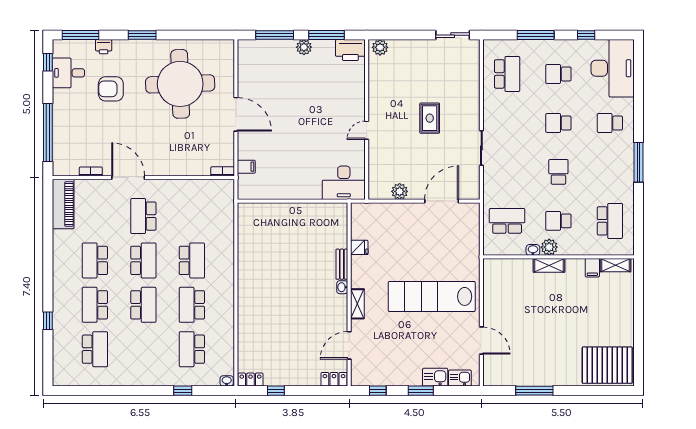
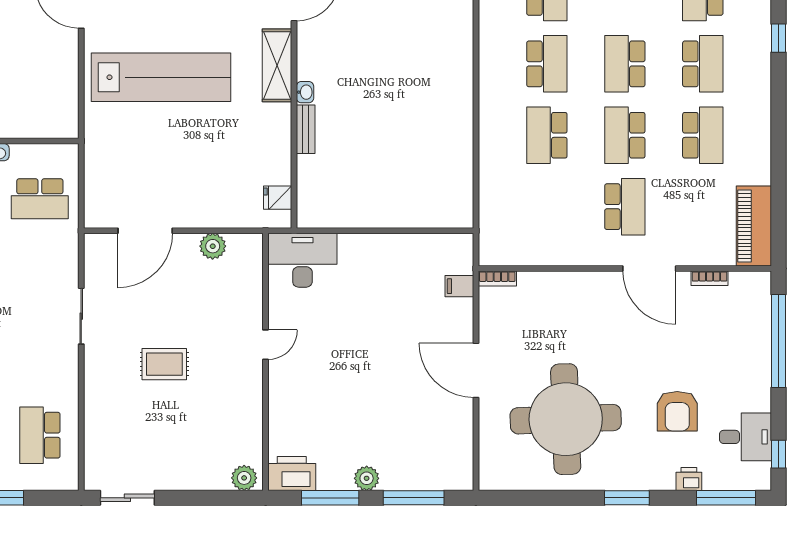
armchair: (111, 89) -> (677, 411), turned 90
rug: (430, 118) -> (164, 364), turned 90
fridge: (359, 247) -> (278, 198), moved
shelving: (357, 304) -> (277, 65), width x1.50, depth x1.33

